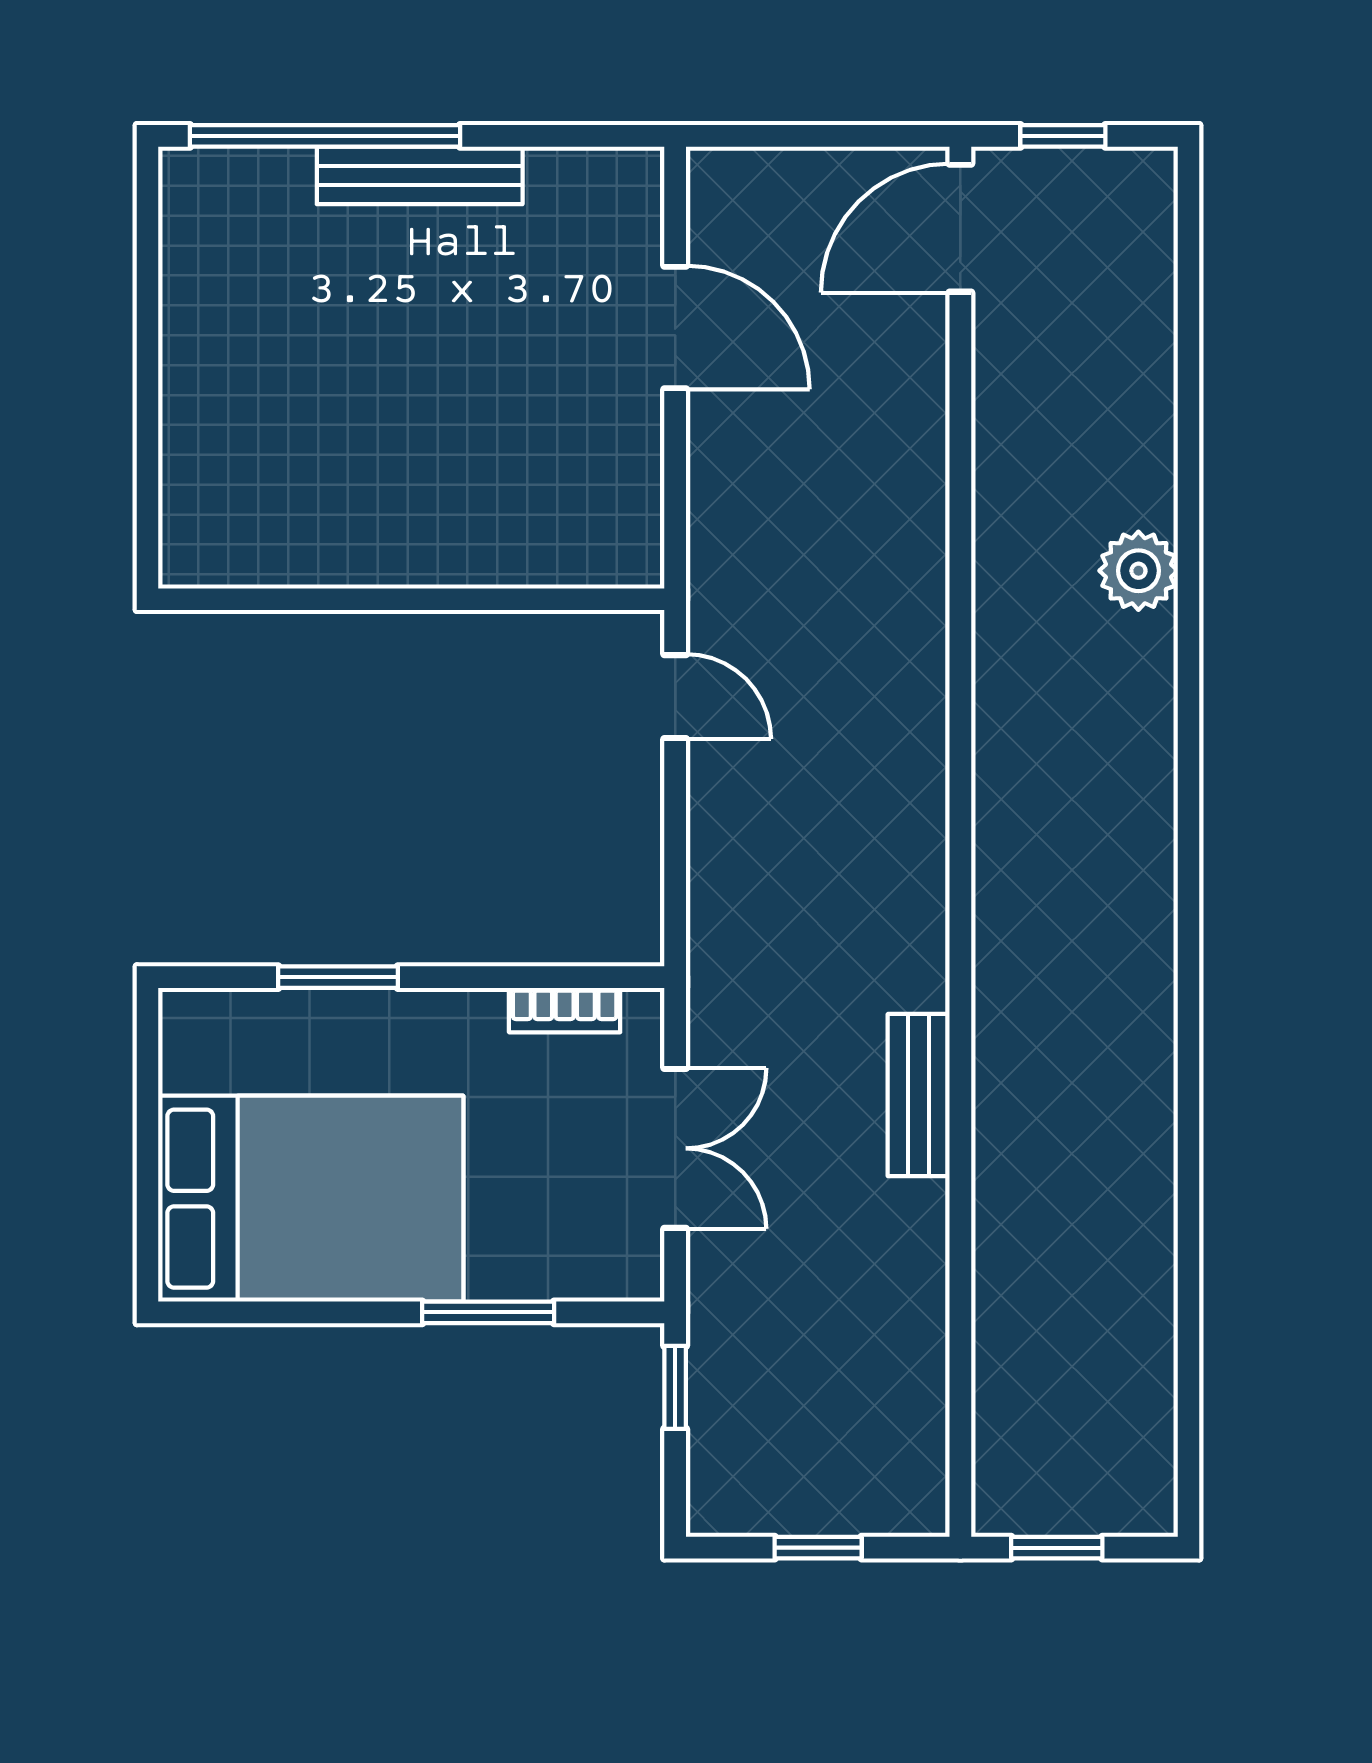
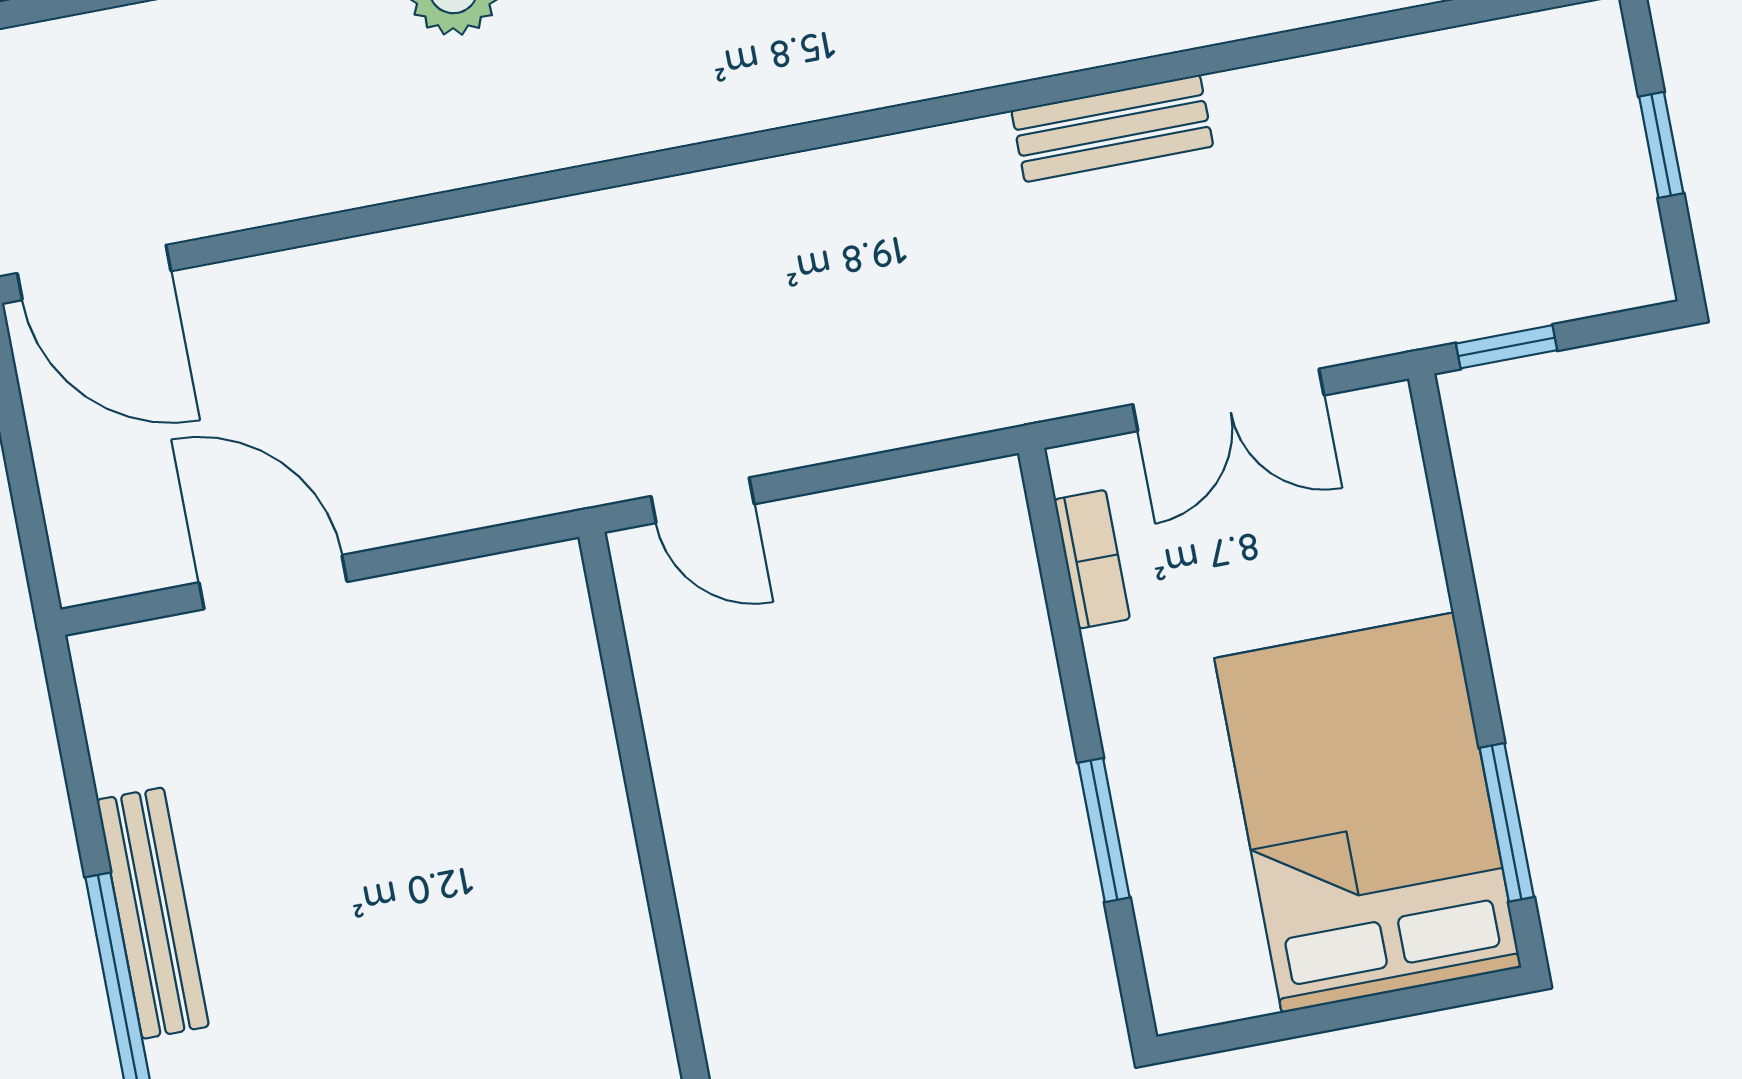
door: (675, 327) -> (273, 582), hinge flipped
door: (675, 697) -> (703, 500), swing flipped
double door: (675, 1148) -> (1228, 400), swing flipped
window: (488, 1312) -> (1507, 822), moved

